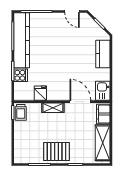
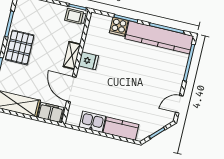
kitchen sink: (103, 91) -> (92, 122), moved
fridge: (40, 93) -> (88, 61), moved
door: (80, 102) -> (71, 89), swing flipped

